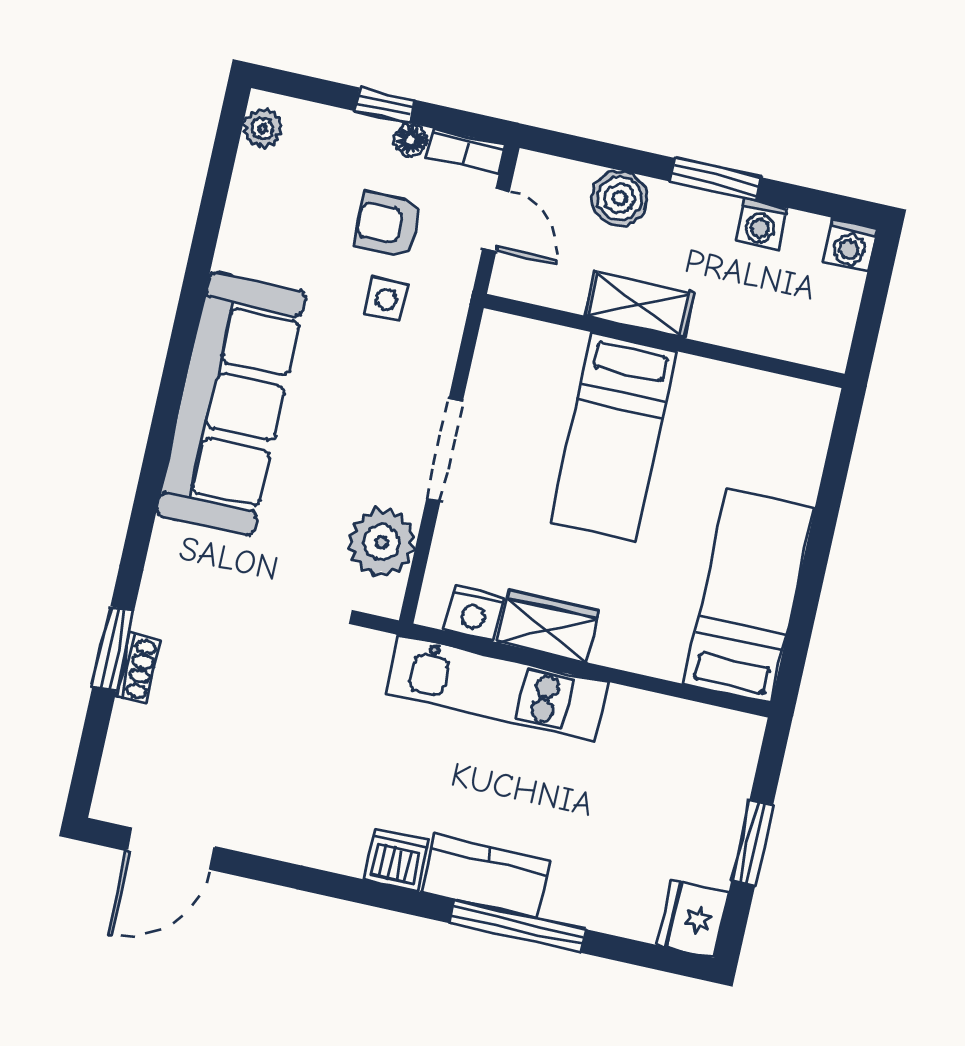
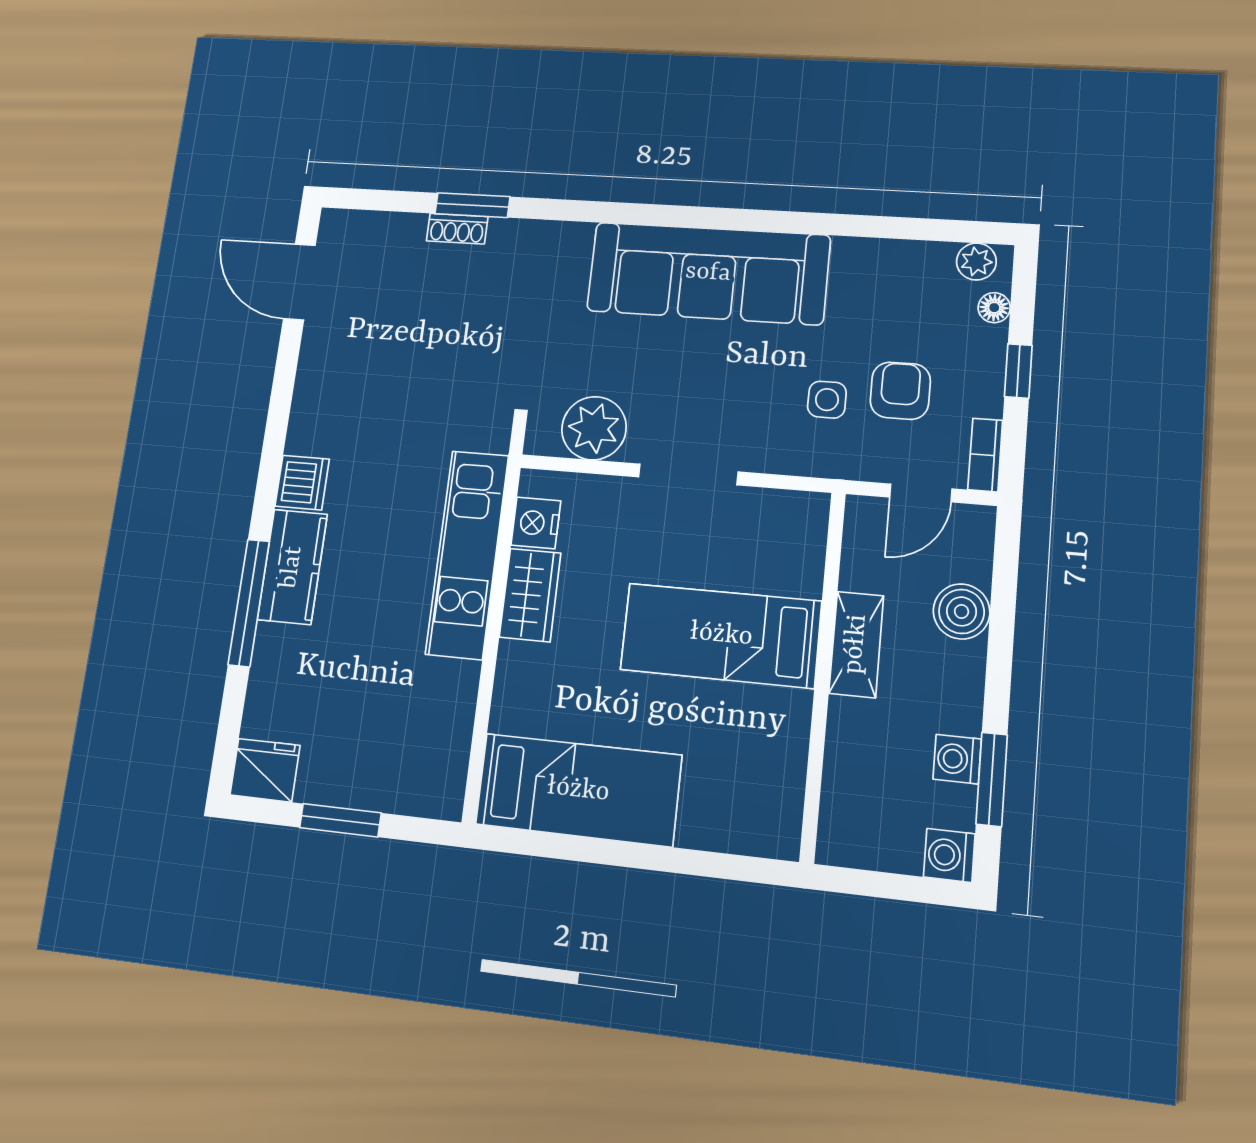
floor lamp: (410, 140) -> (994, 308), moved
window: (716, 179) -> (992, 779), moved

